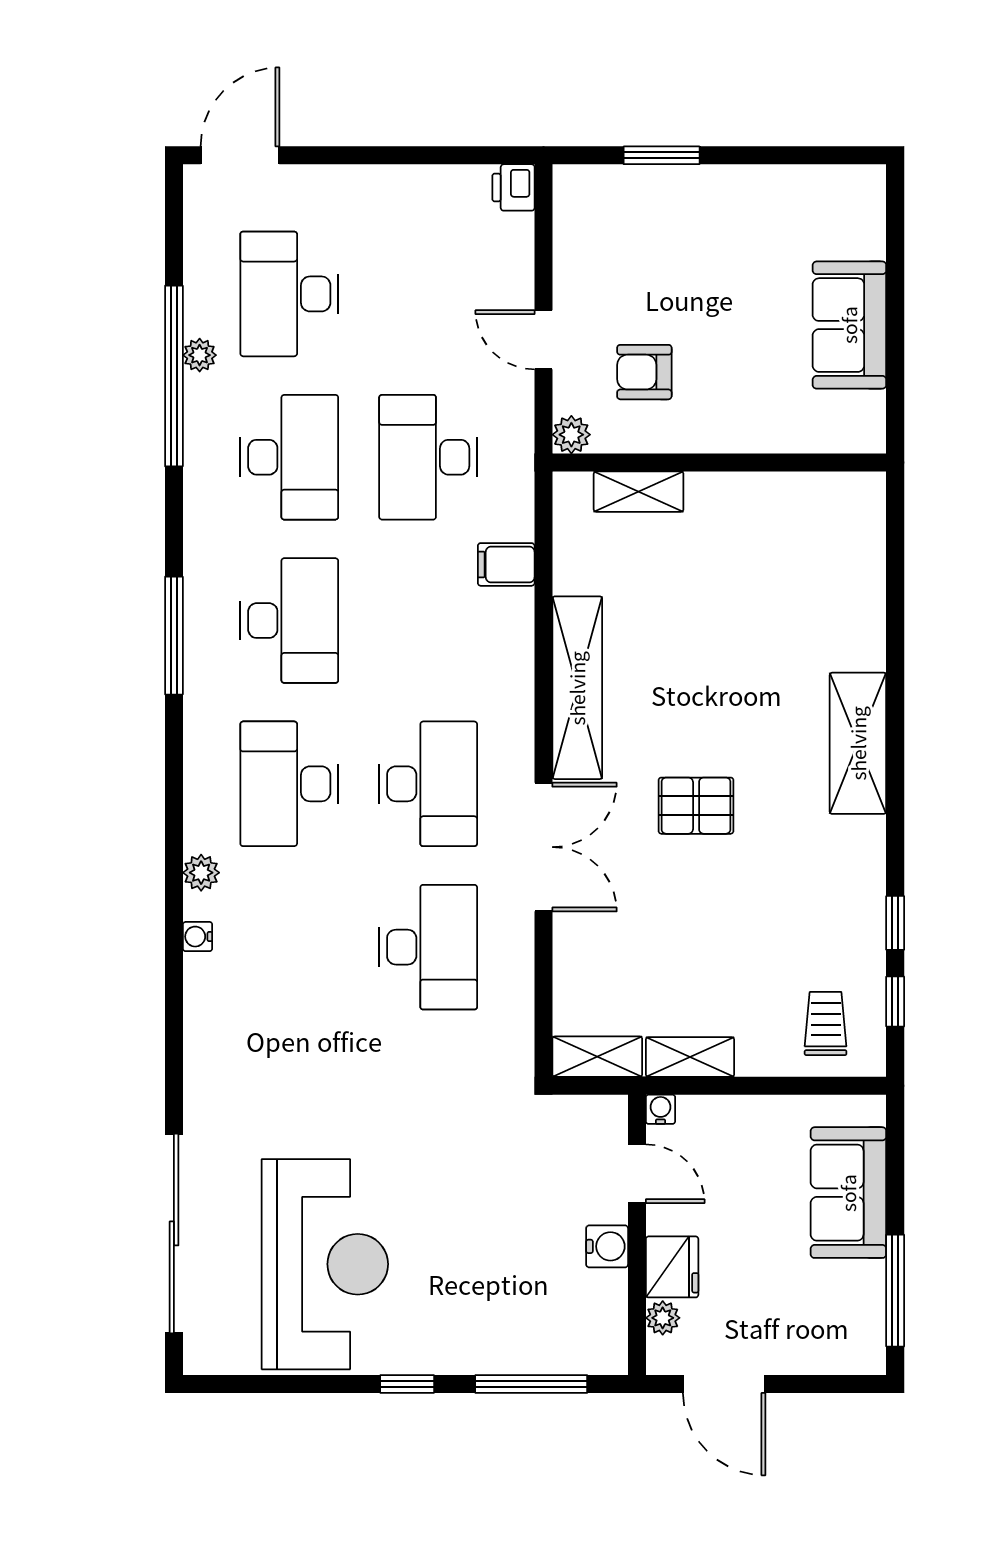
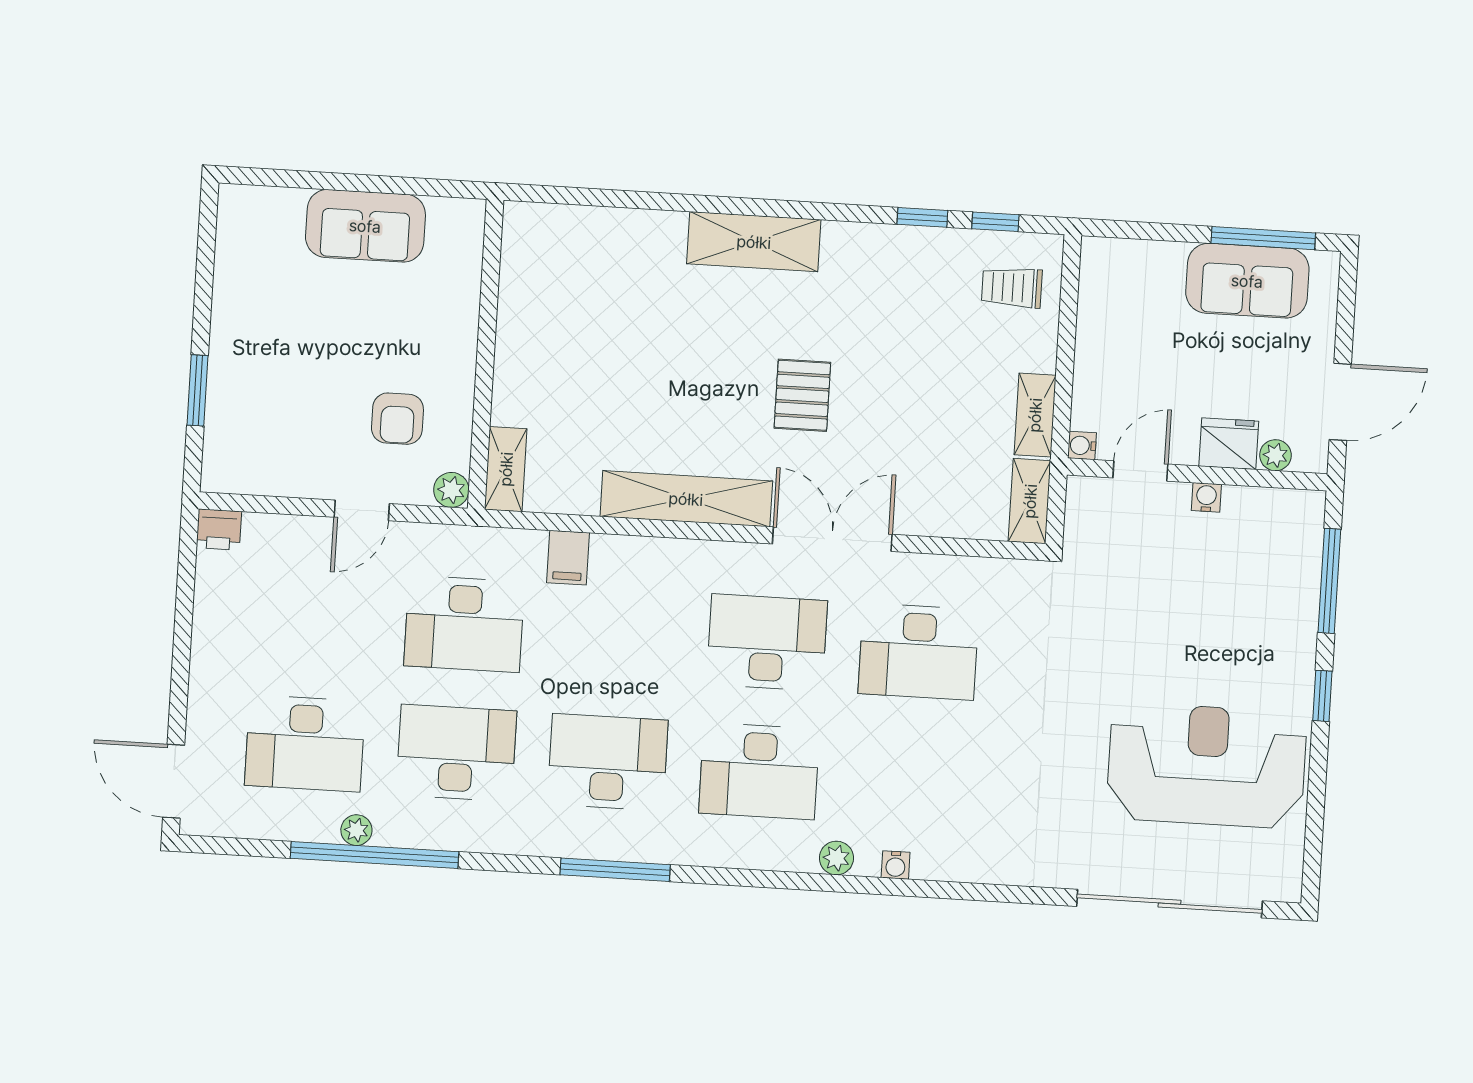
shelving: (639, 492) -> (506, 469), moved
desk: (428, 947) -> (918, 652), turned 180
sofa: (848, 1193) -> (1247, 281), moved
water cooler: (607, 1246) -> (1206, 497), width x0.72, depth x0.72

